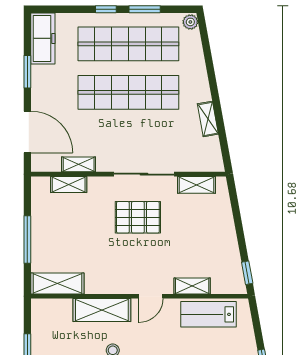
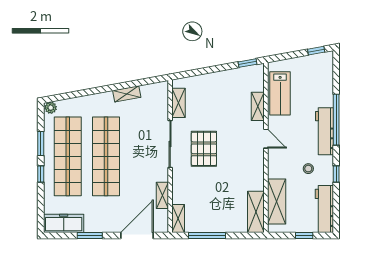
shelving: (69, 184) -> (178, 219), moved
window: (27, 239) -> (207, 236), moved
shelving: (102, 310) -> (277, 202), moved

